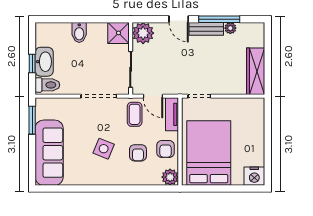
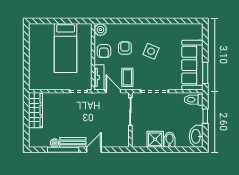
door: (179, 19) -> (94, 150), hinge flipped
shower: (119, 33) -> (155, 139), moved
plant: (143, 33) -> (121, 139), removed
washbasin: (44, 62) -> (196, 136), moved
armchair: (166, 149) -> (104, 51), turned 180
sofa: (49, 153) -> (192, 65), moved
bed: (209, 153) -> (66, 48), width x0.67
nightstand: (254, 176) -> (36, 30), removed

